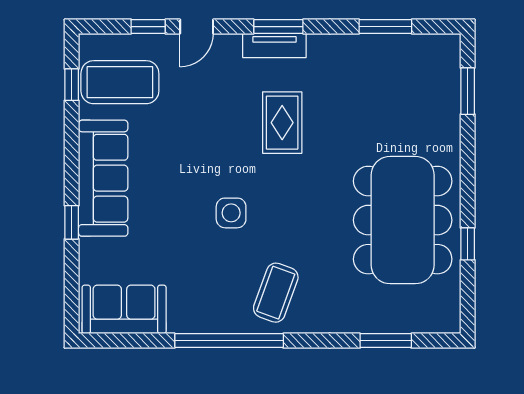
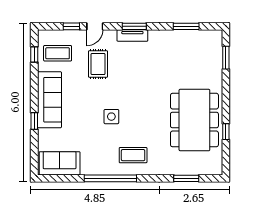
coffee table: (120, 82) -> (58, 53), width x0.73, depth x0.76
rug: (282, 123) -> (98, 64), moved
coffee table: (276, 293) -> (133, 155), turned 70

